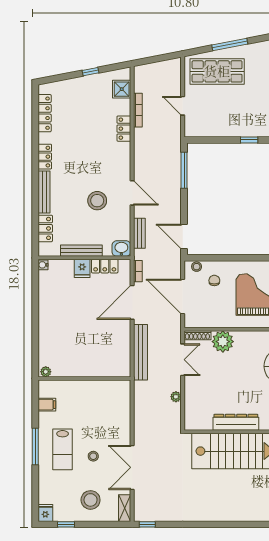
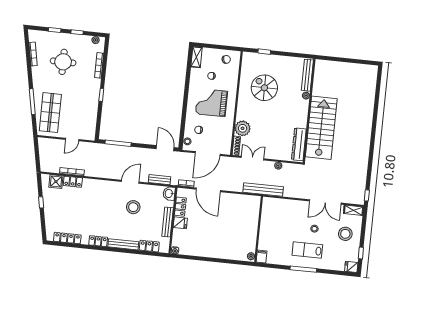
locker: (124, 129) -> (73, 182), moved
door: (184, 237) -> (165, 148), swing flipped
bench: (140, 352) -> (263, 190), moved
filing cabinet: (47, 405) -> (262, 257), moved
dresser: (236, 422) -> (299, 144), moved
lab bench: (63, 449) -> (307, 250), turned 180

